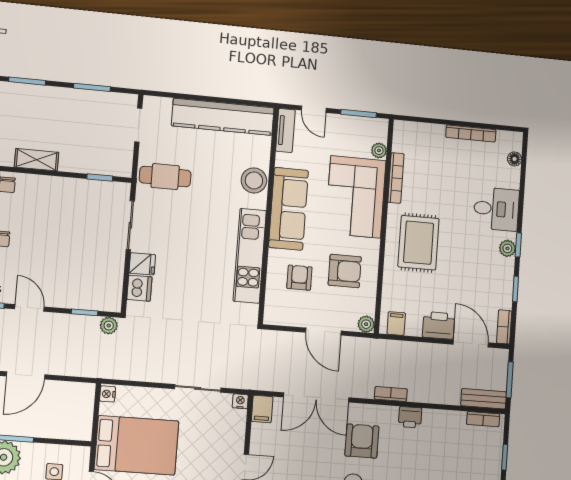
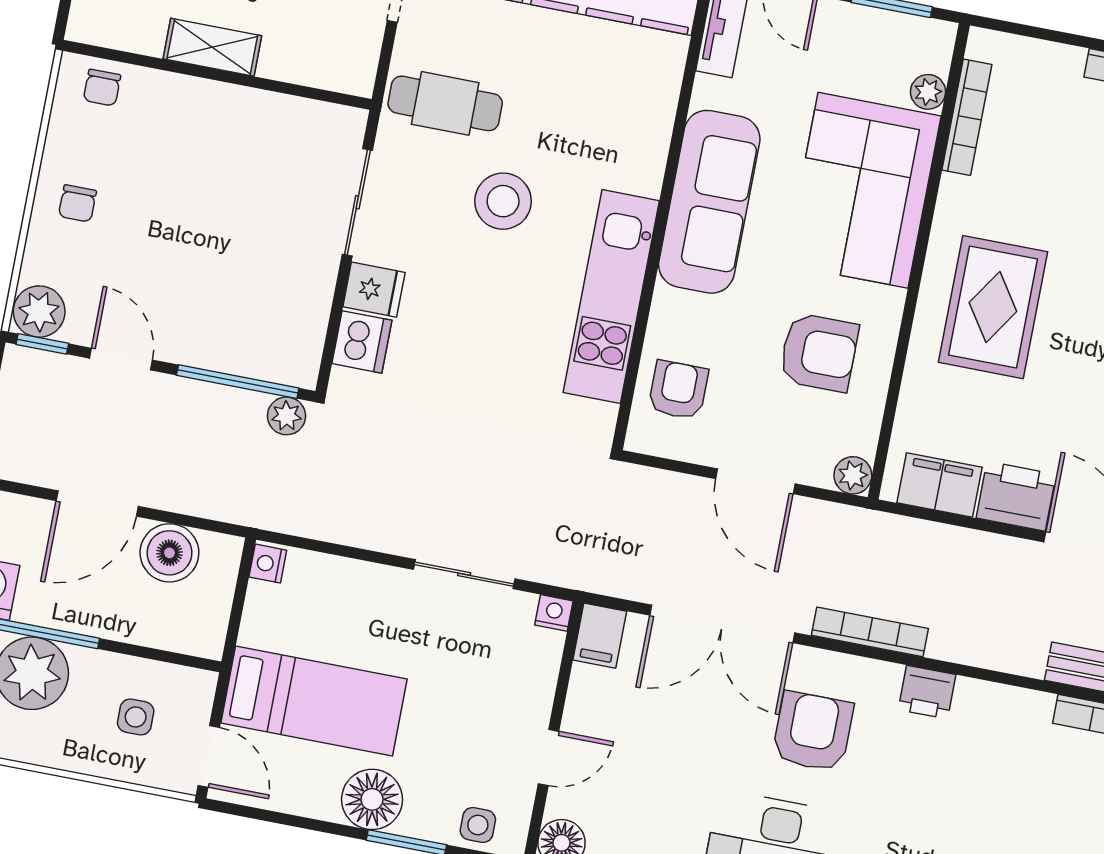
shelving: (37, 160) -> (212, 47), moved
window: (100, 177) -> (303, 91), removed
bookcase: (396, 178) -> (967, 117), moved
stool: (254, 180) -> (503, 201), moved
armchair: (299, 278) -> (678, 390), moved
window: (85, 312) -> (238, 382), width x2.17
filing cabinet: (396, 324) -> (940, 485), width x2.00
boiler: (62, 394) -> (169, 553), added
bookcase: (391, 394) -> (870, 632), width x1.56
bed: (137, 445) -> (314, 701), width x0.67

